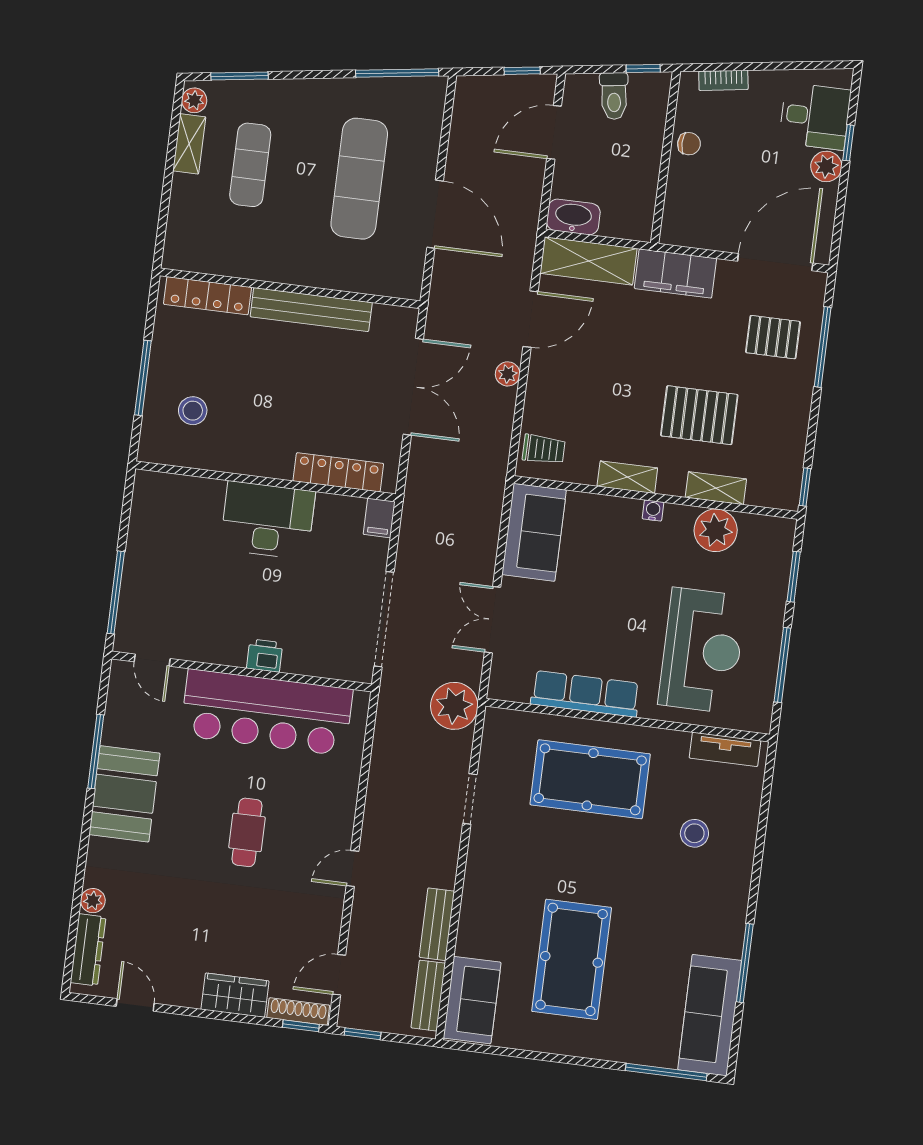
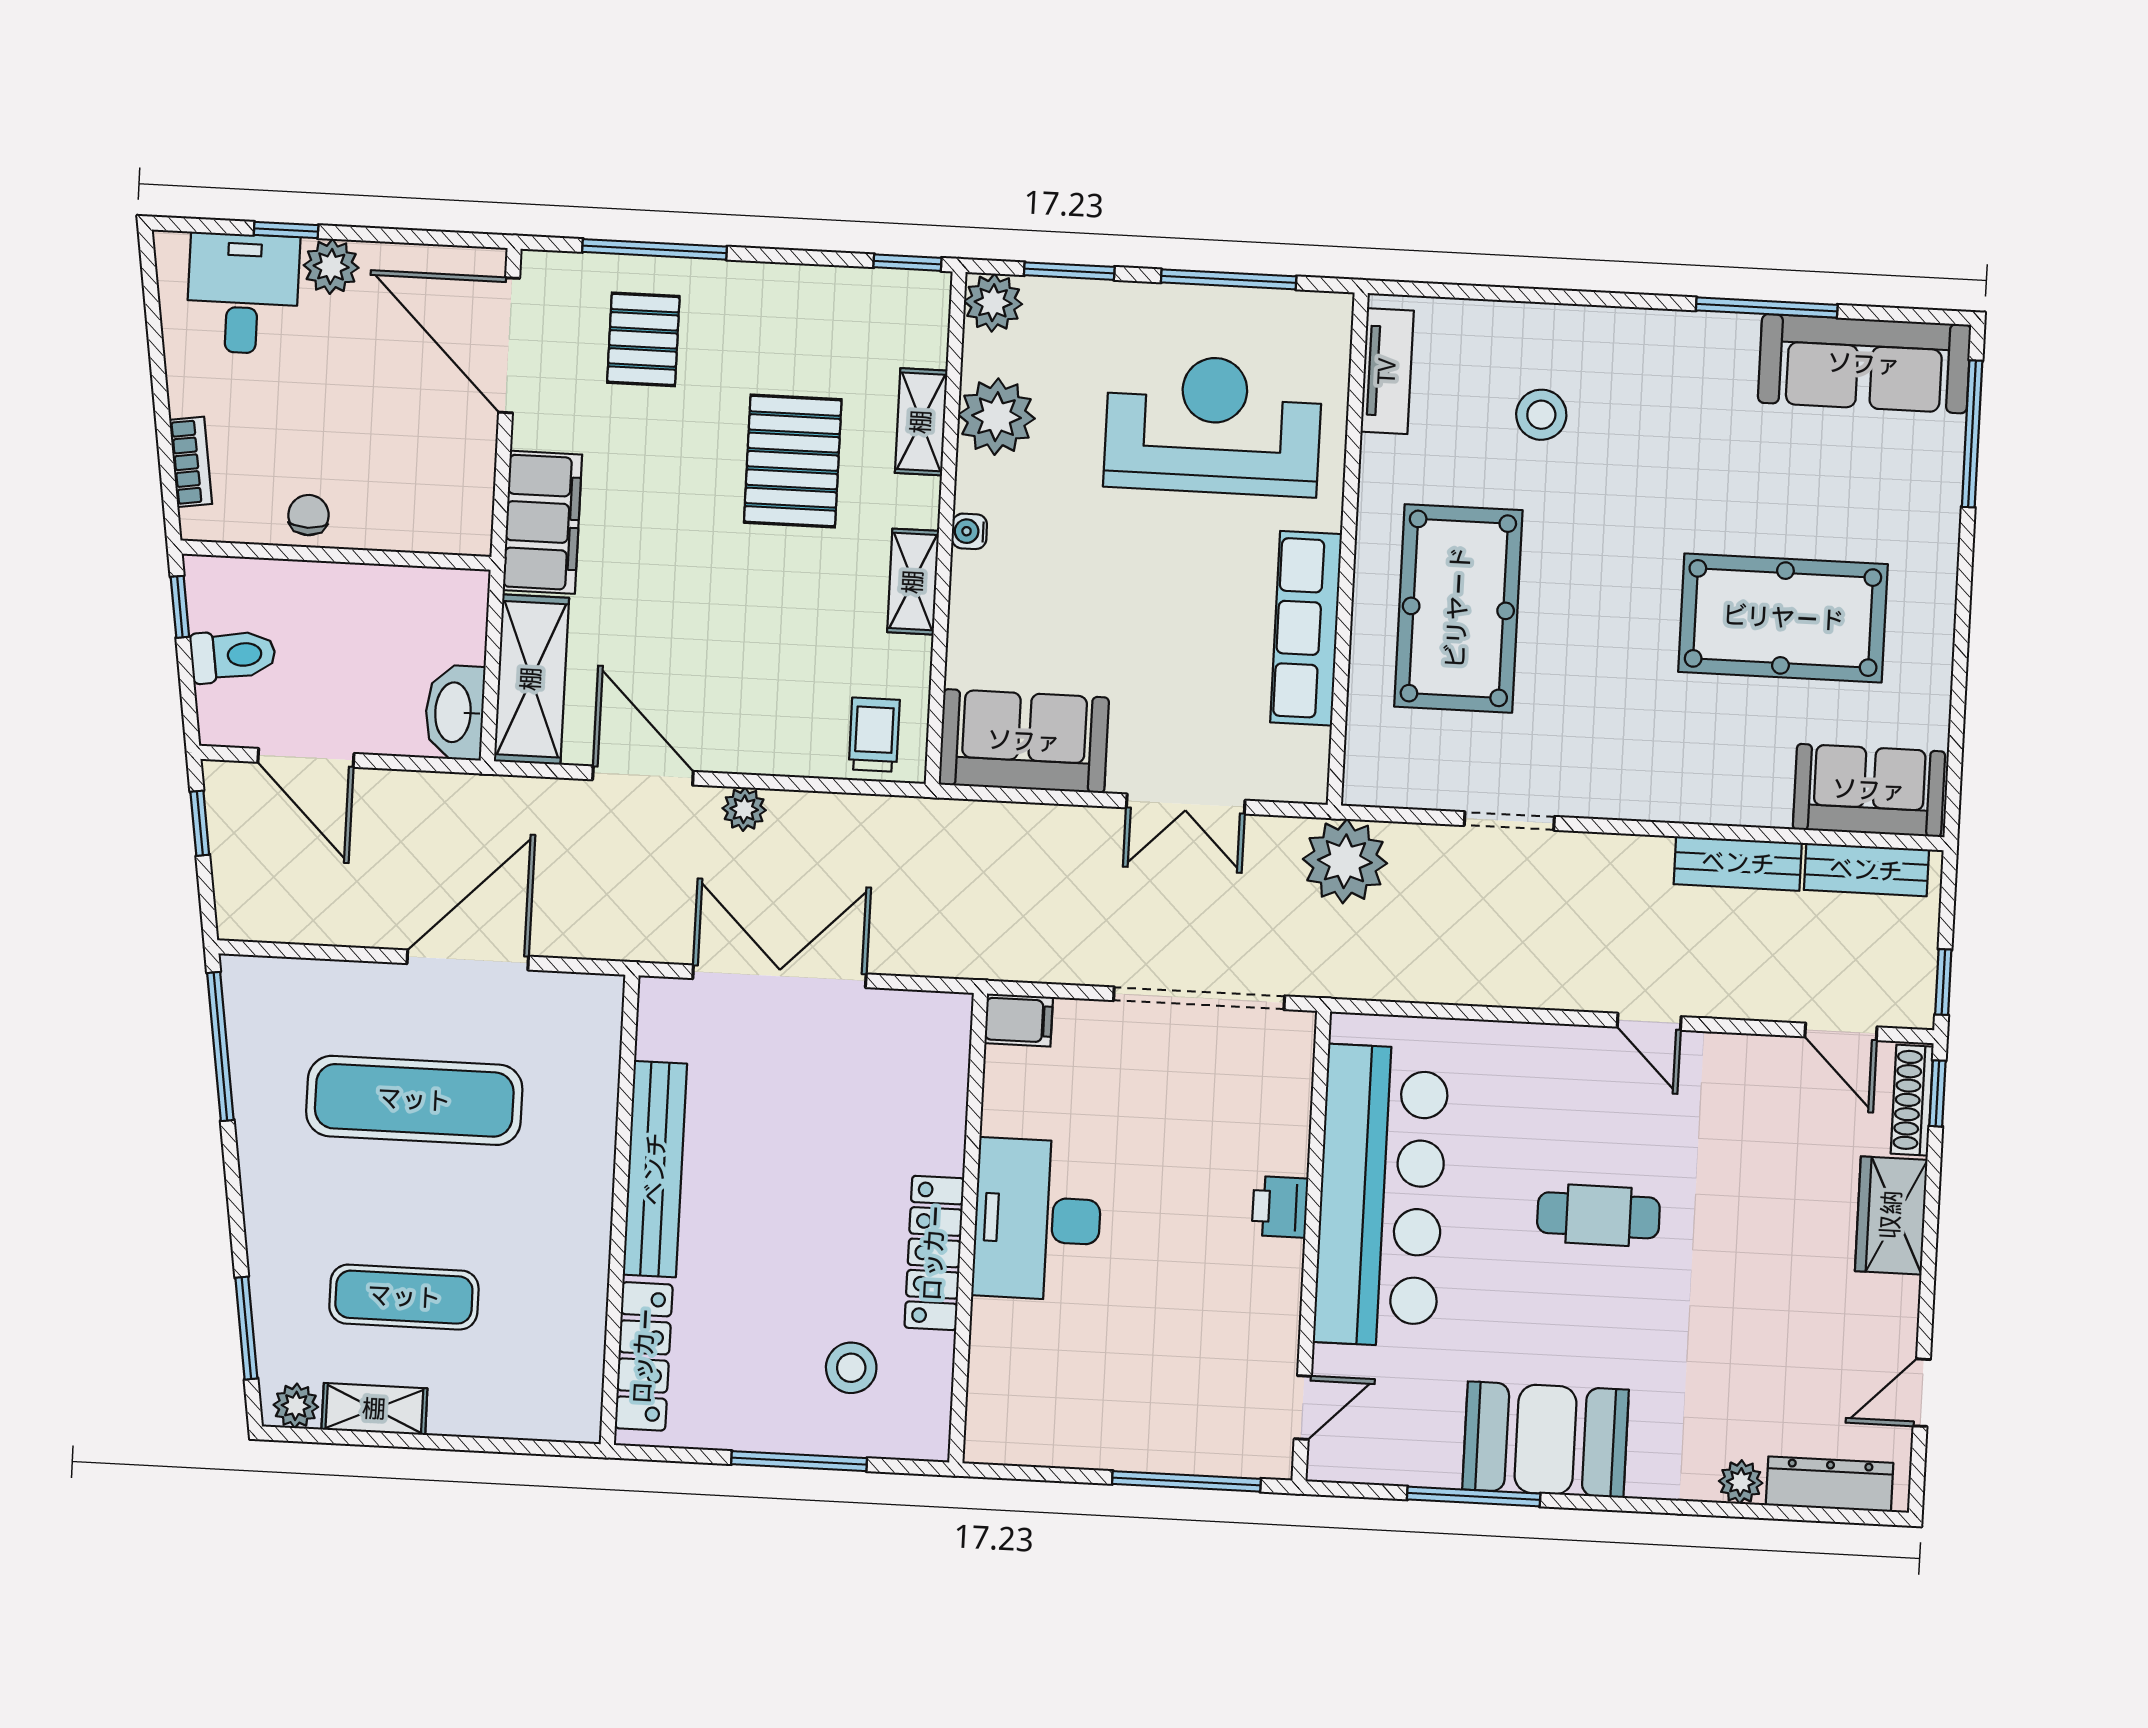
locker: (338, 472) -> (934, 1253), moved
plant: (779, 533) -> (993, 303), added

